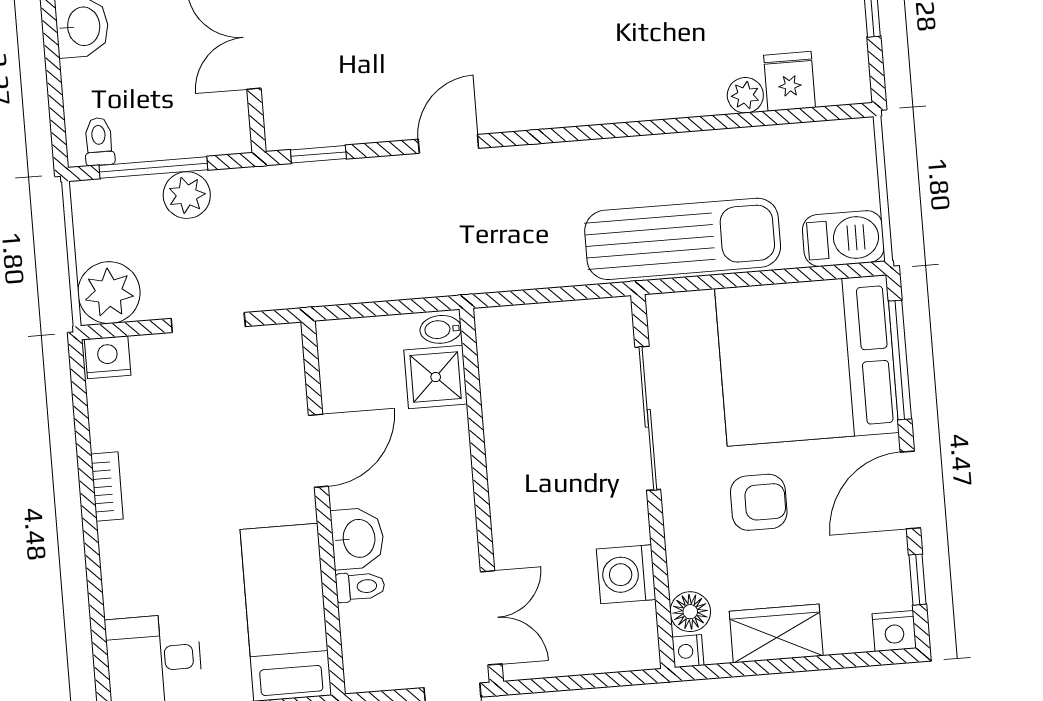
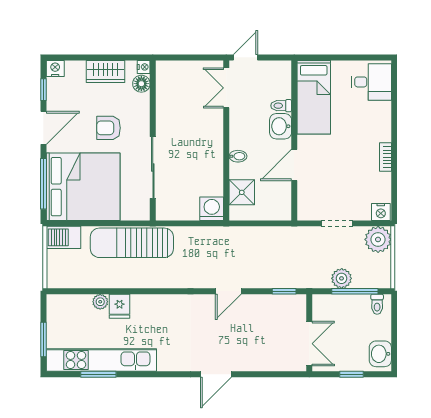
fridge: (790, 81) -> (120, 306), moved
bidet: (441, 329) -> (238, 156), moved
washing machine: (626, 574) -> (212, 209), moved, turned -90

